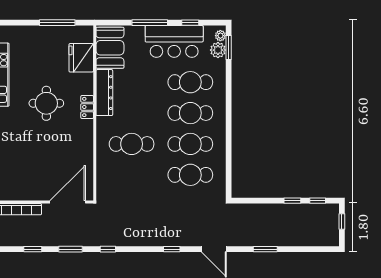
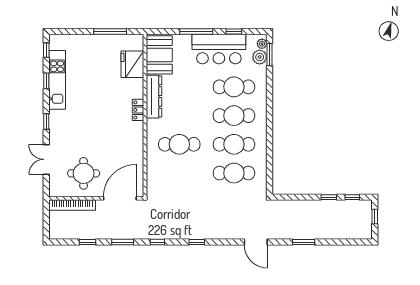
round table: (46, 103) -> (84, 173), moved
window: (172, 249) -> (197, 242), moved

